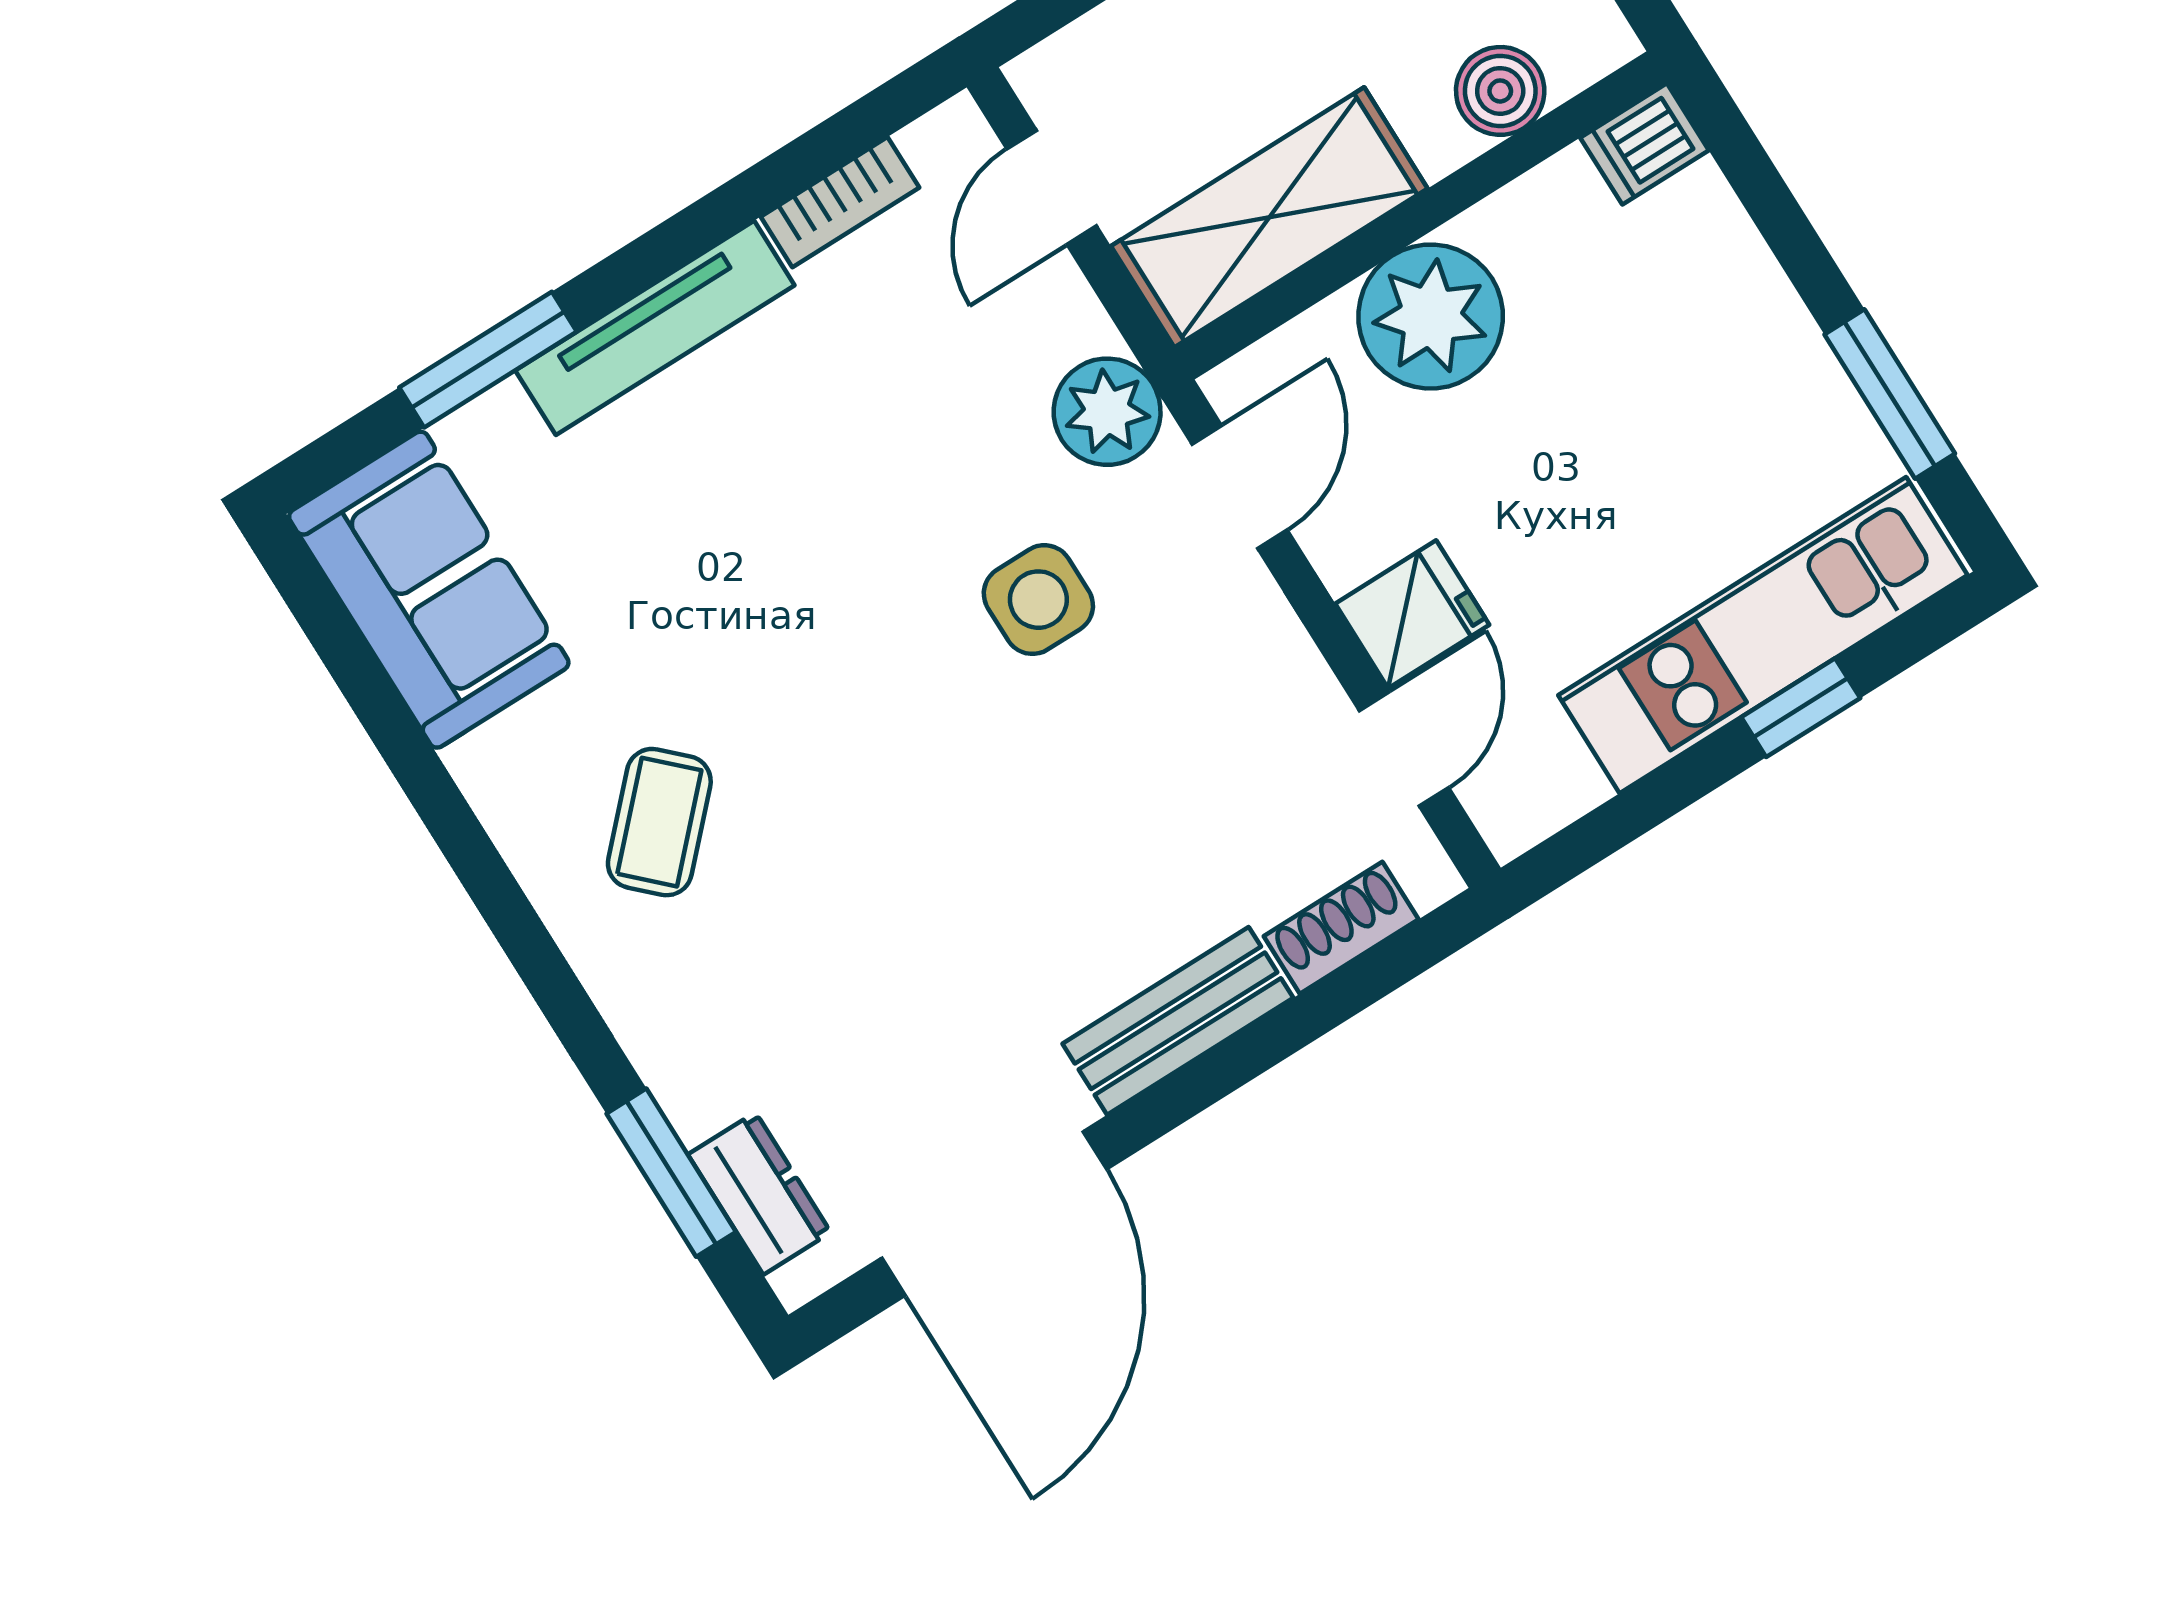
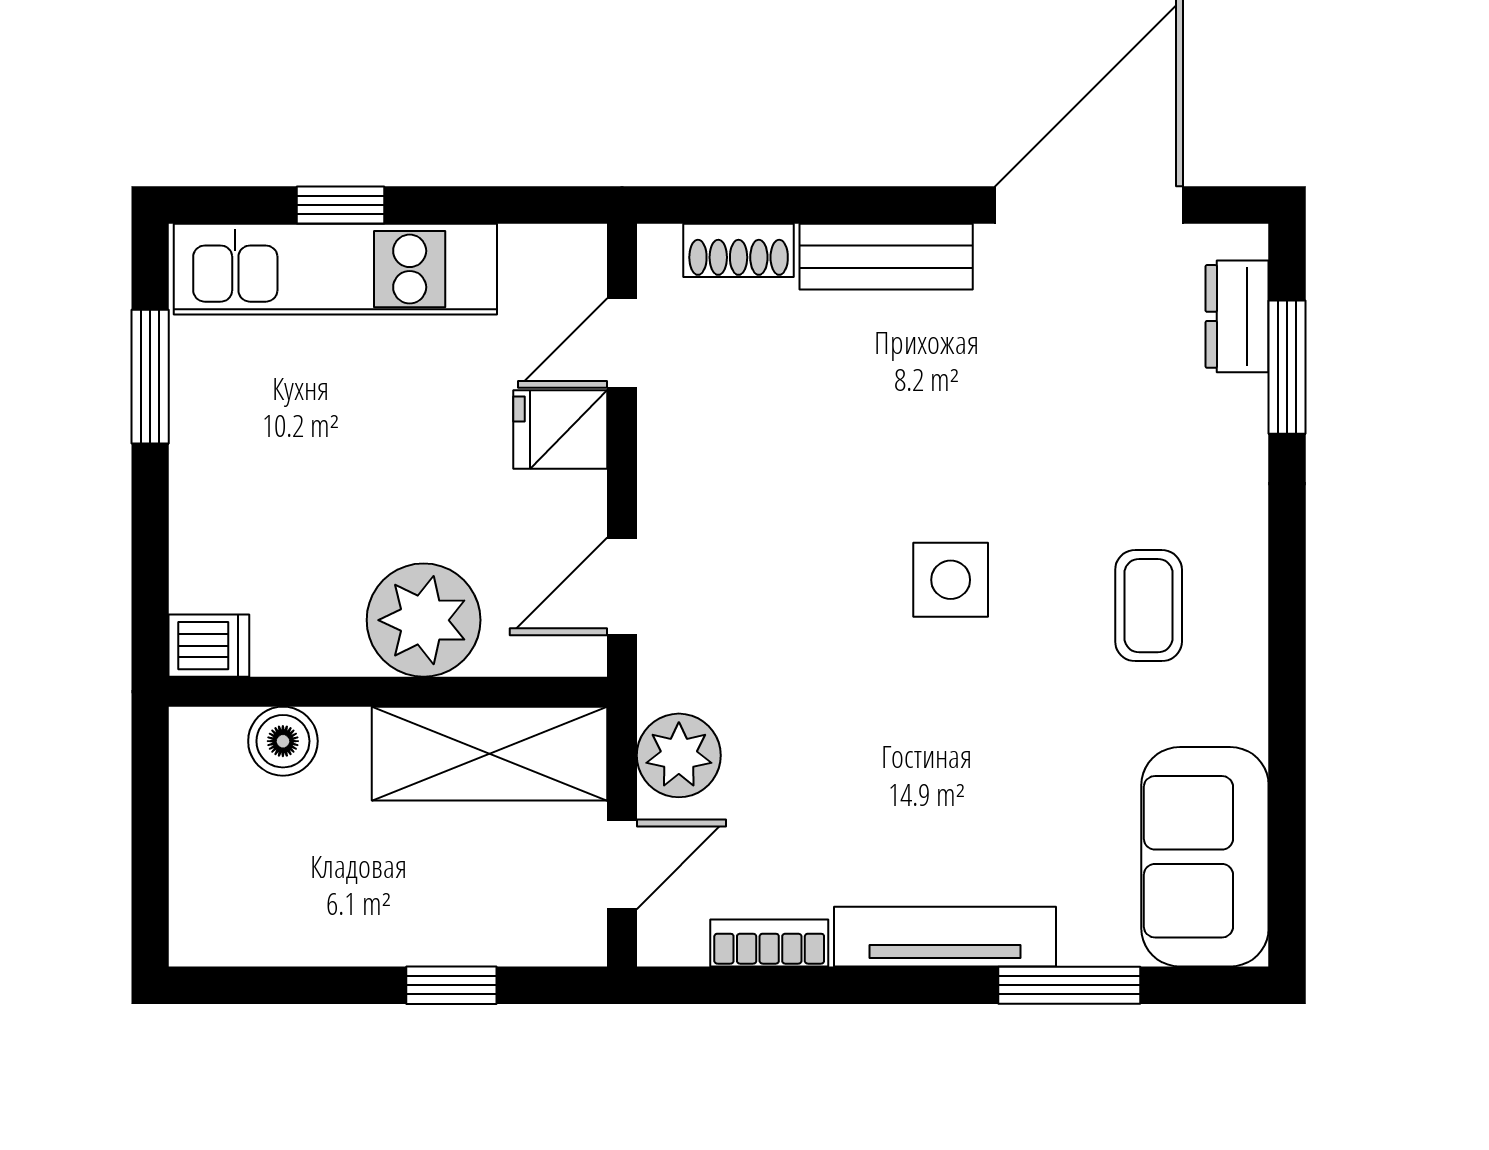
plant: (1107, 412) -> (679, 755), moved
side table: (1038, 600) -> (951, 580), moved
coffee table: (659, 822) -> (1149, 606), turned -44

